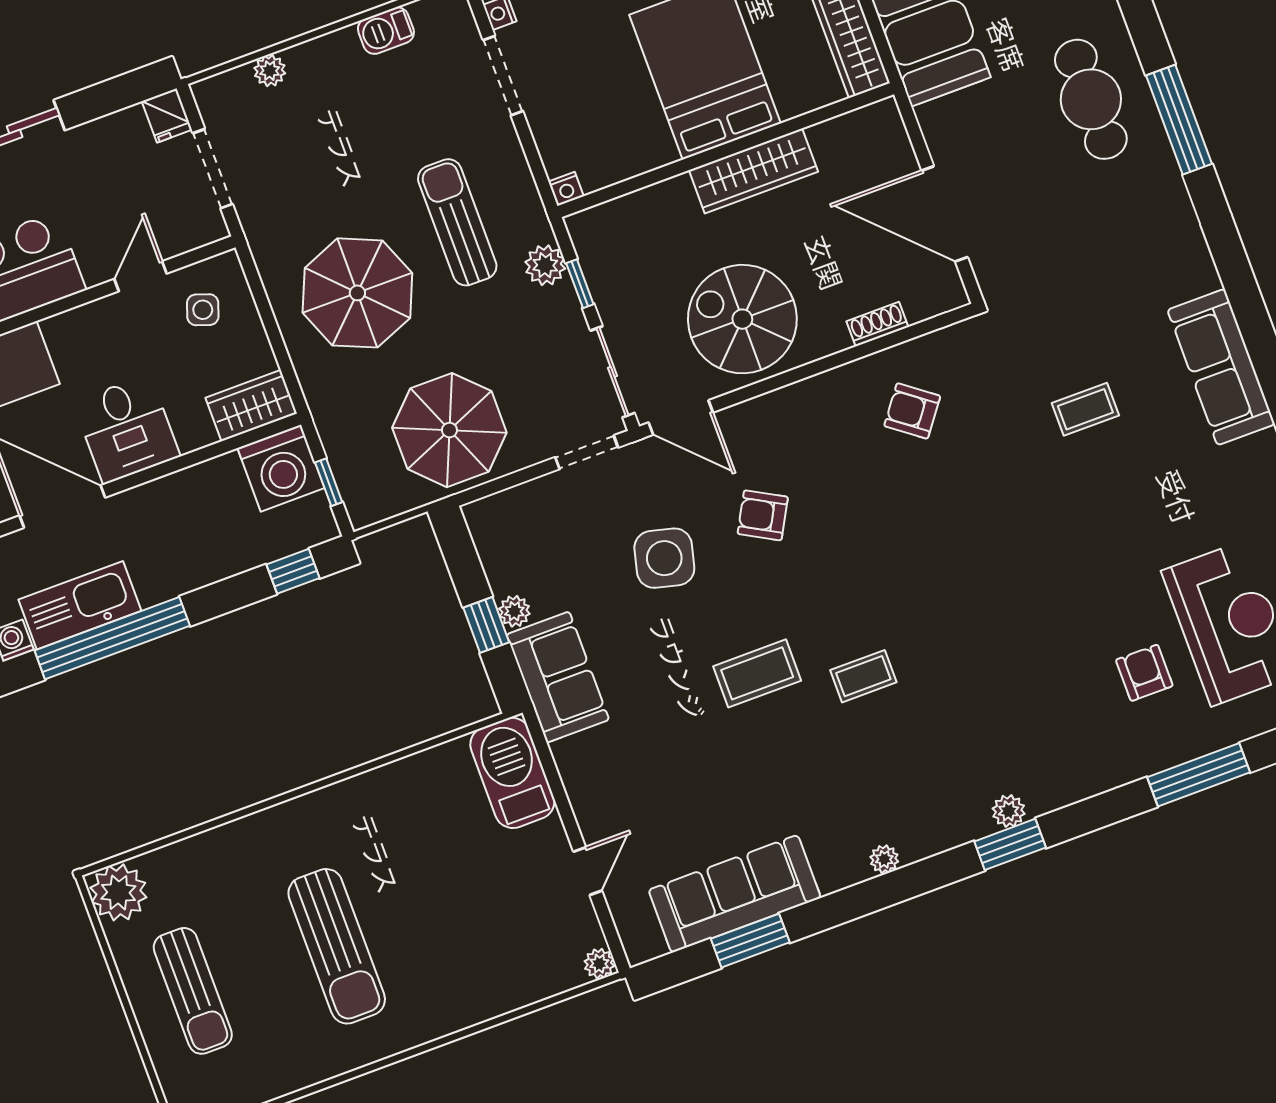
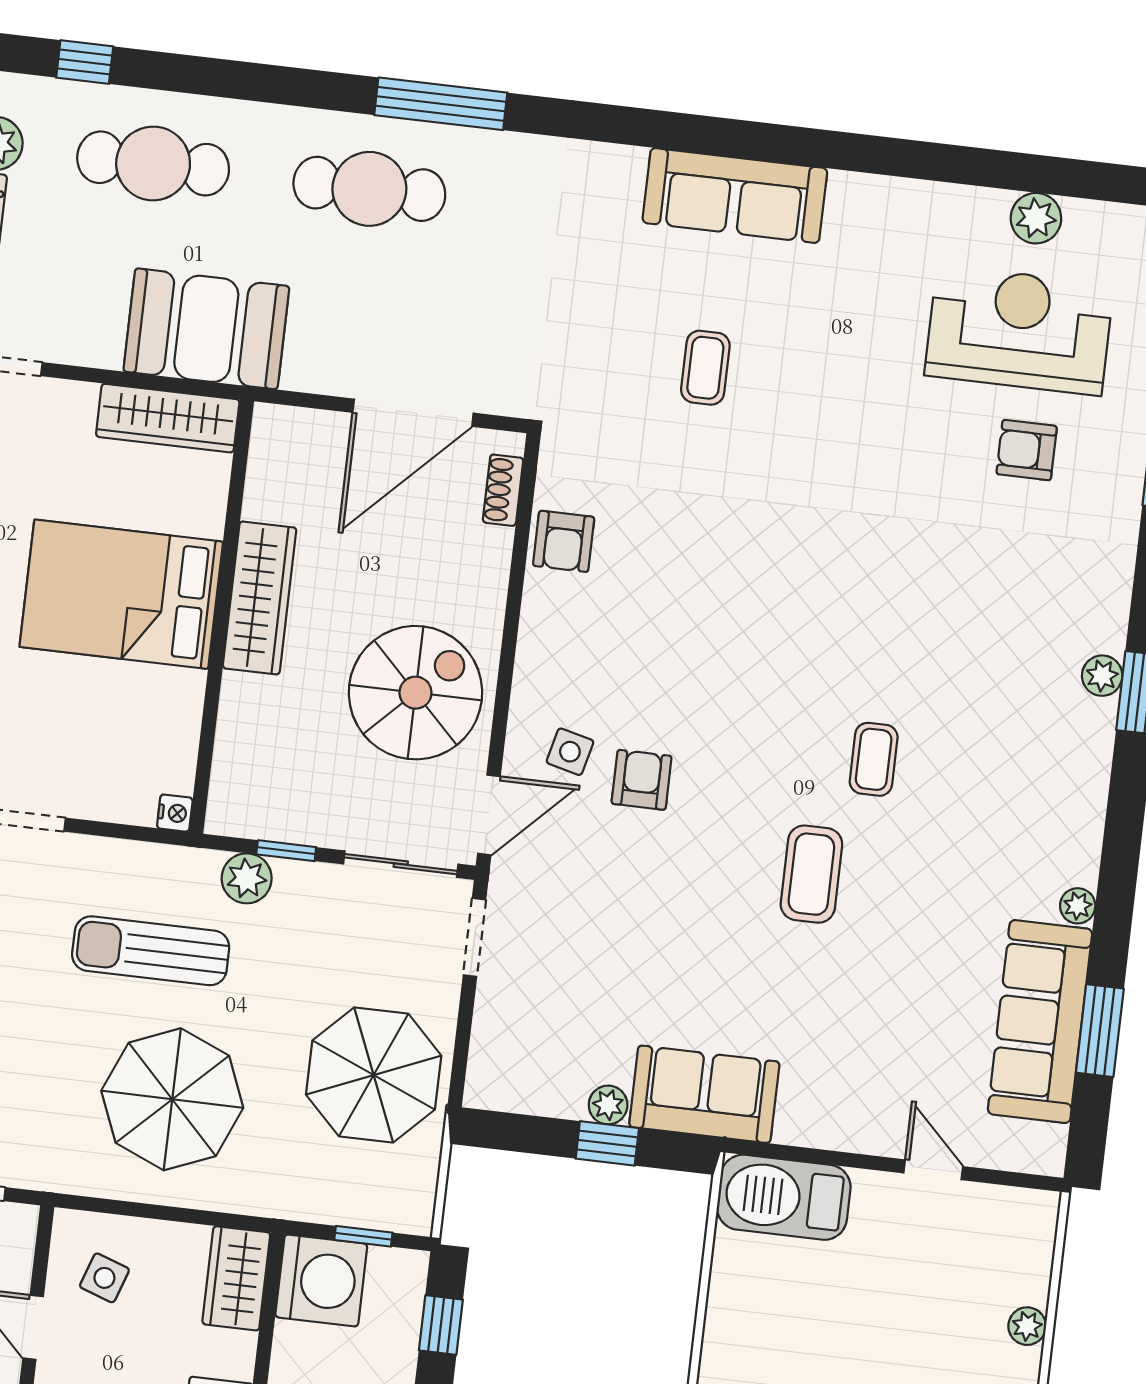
spiral stairs: (742, 319) -> (415, 693), turned 180
shoe rack: (877, 324) -> (503, 490), moved
armchair: (912, 411) -> (564, 541), moved, turned -37
armchair: (763, 515) -> (642, 780), turned 151
side table: (664, 558) -> (570, 752), moved, width x0.54, depth x0.54
plant: (884, 859) -> (1078, 906), moved
plant: (599, 964) -> (1027, 1326), moved

